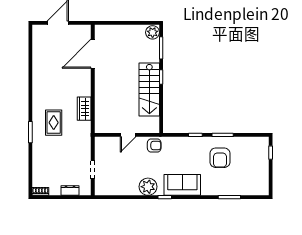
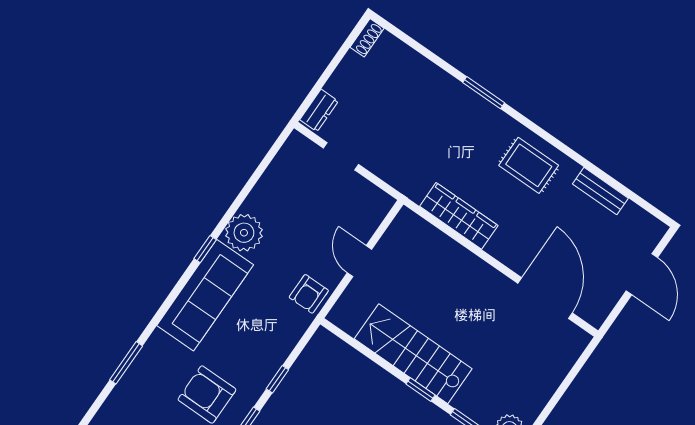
bench: (37, 61) -> (600, 191), added
wardrobe: (84, 109) -> (459, 216), width x1.50
rug: (54, 123) -> (529, 165), moved
sofa: (182, 185) -> (205, 295), width x1.36
dresser: (70, 190) -> (319, 110), moved

